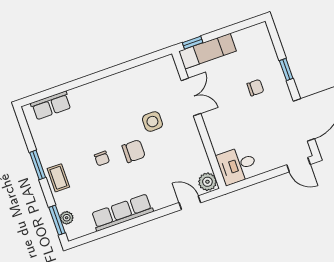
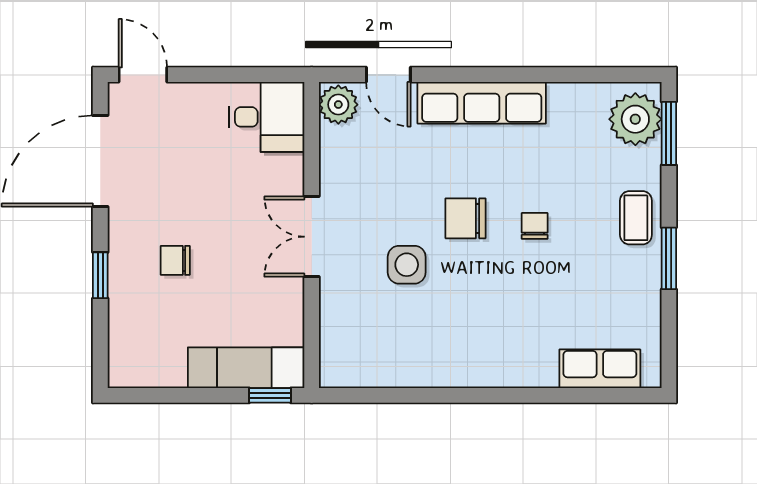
double door: (191, 97) -> (312, 237), moved
row of seats: (122, 213) -> (482, 103), moved
plant: (67, 218) -> (635, 119), width x1.88, depth x1.88

